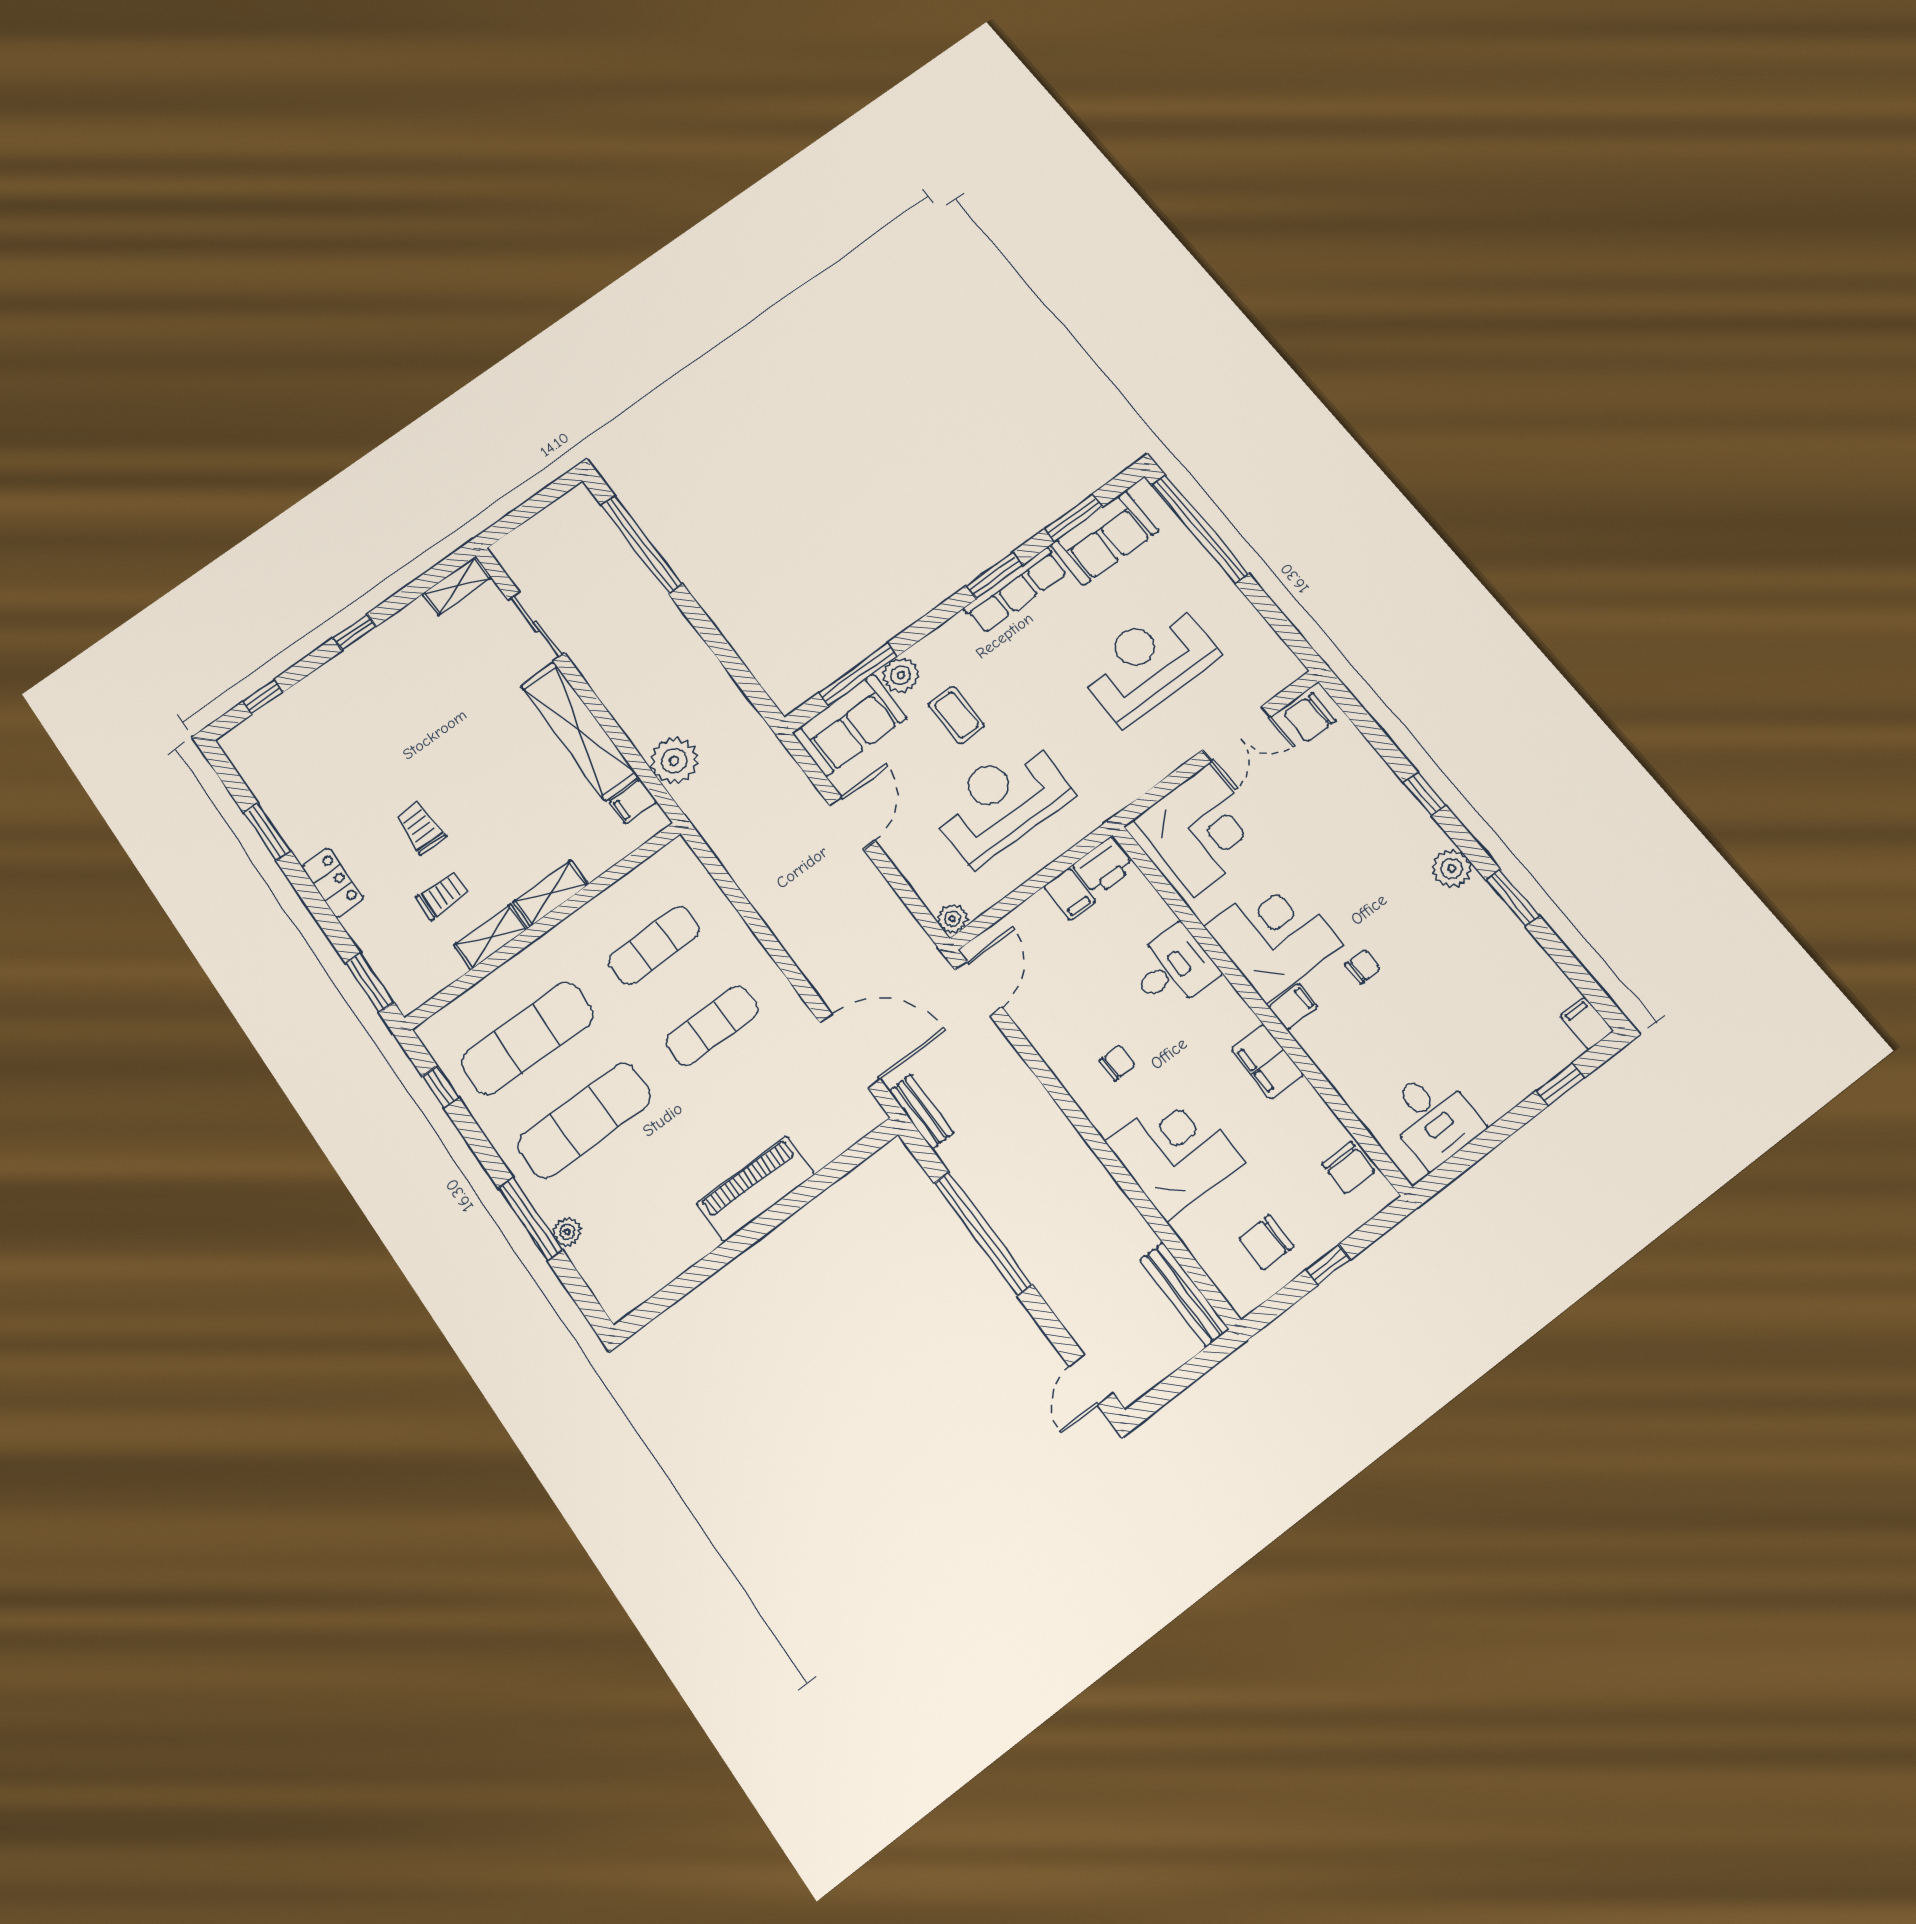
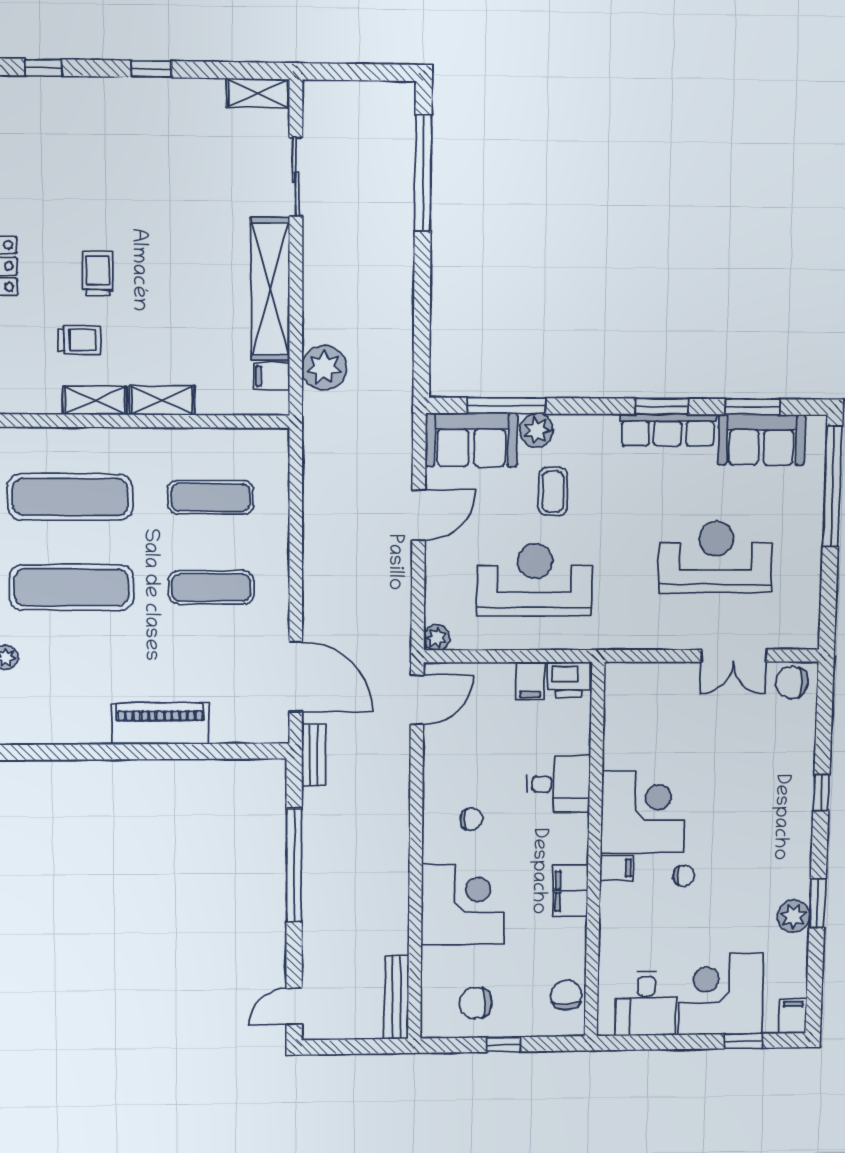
corner desk: (1202, 829) -> (721, 994), moved, turned 180
plant: (1451, 868) -> (793, 916), moved
chair: (1348, 1168) -> (566, 995), turned 180

